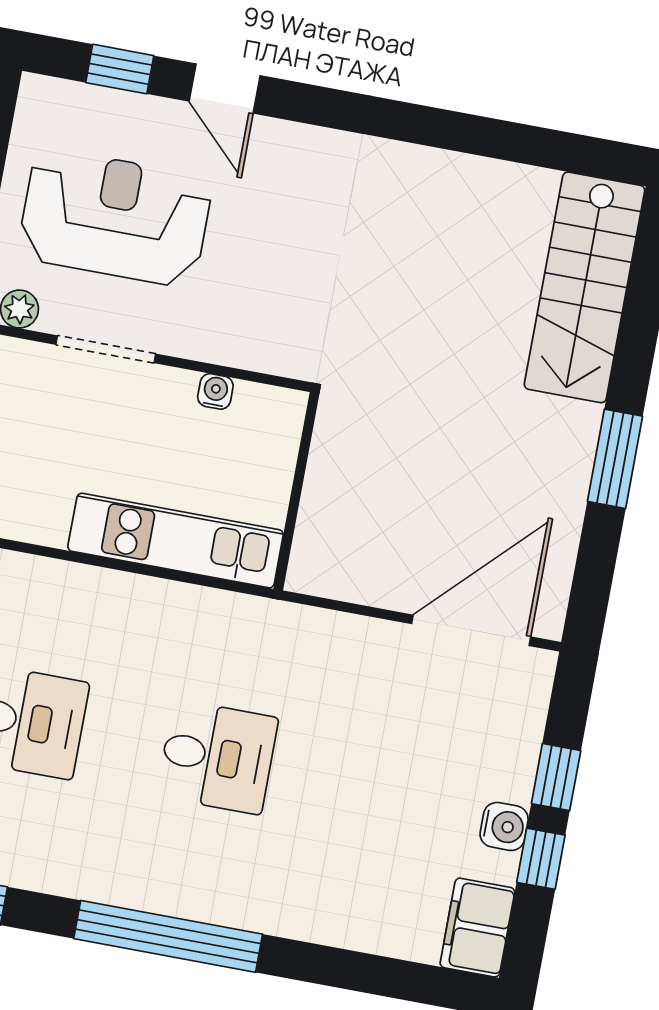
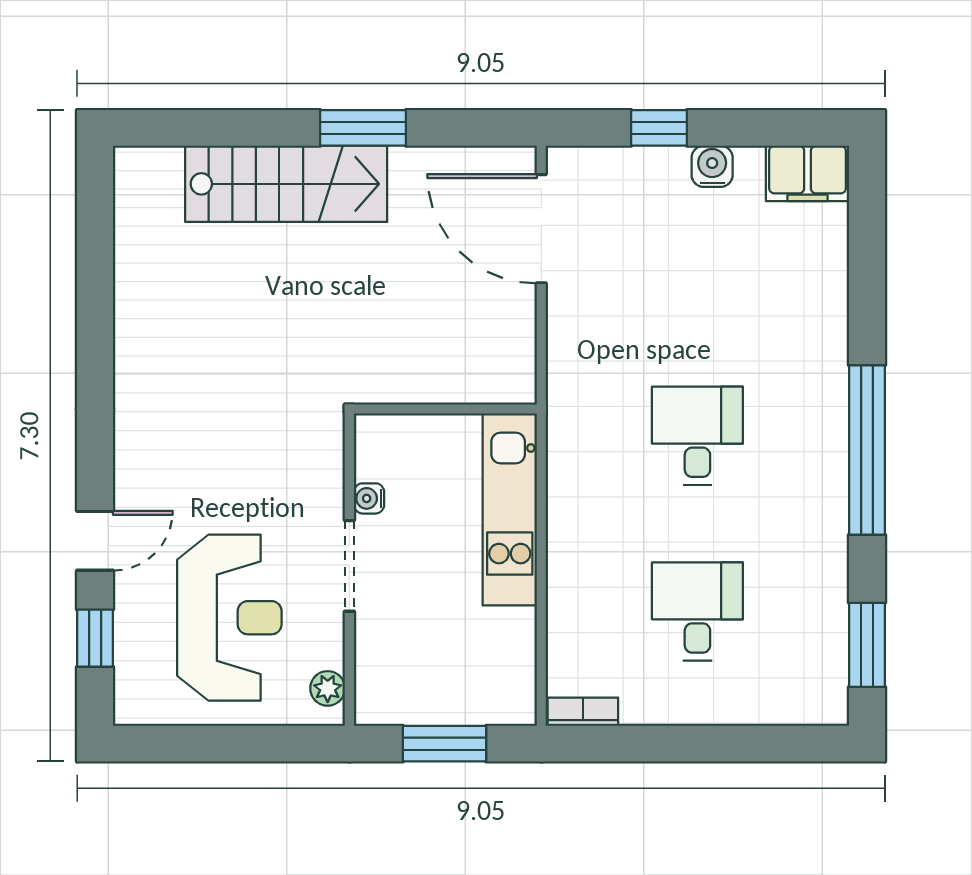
reception desk: (115, 217) -> (229, 618), turned 180
stairs: (585, 287) -> (286, 184), moved
doorway: (106, 349) -> (349, 566), moved
window: (541, 859) -> (735, 128), removed

